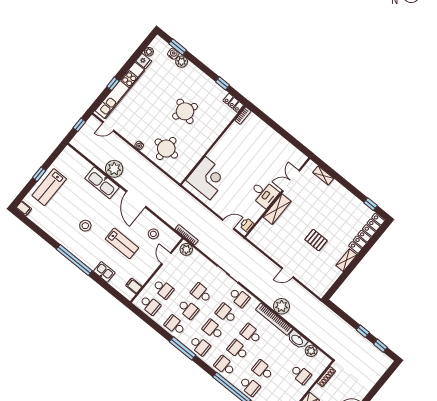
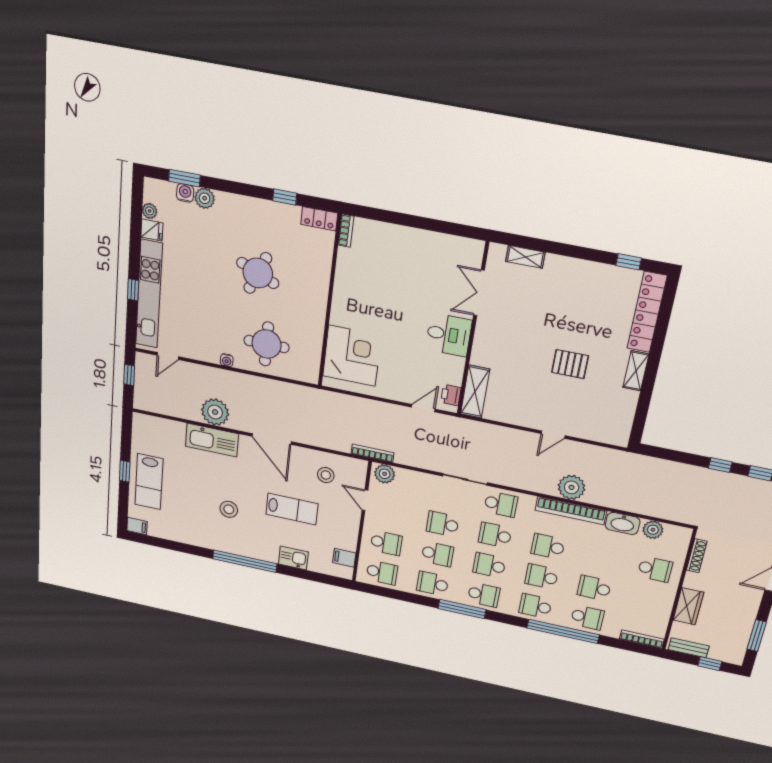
shelving: (277, 209) -> (475, 392), moved

